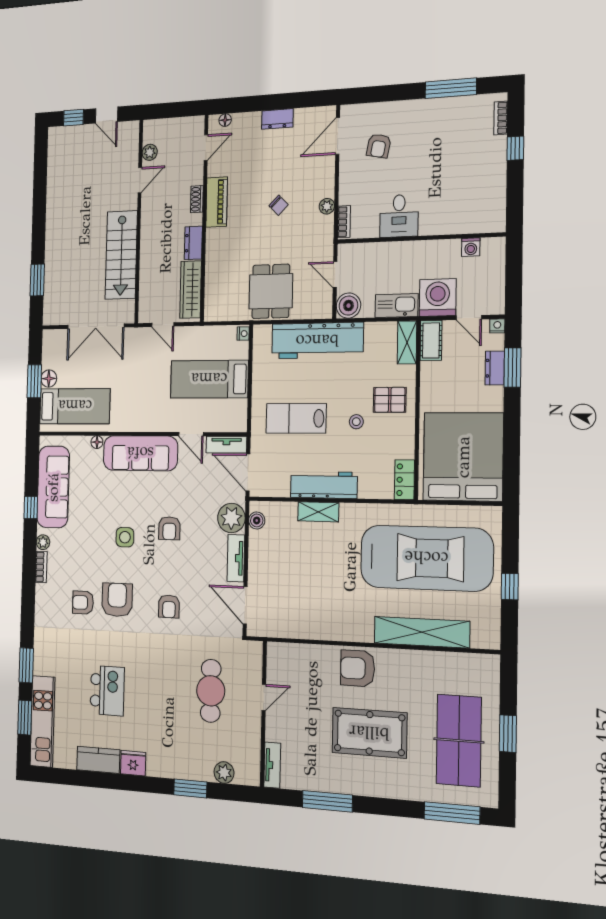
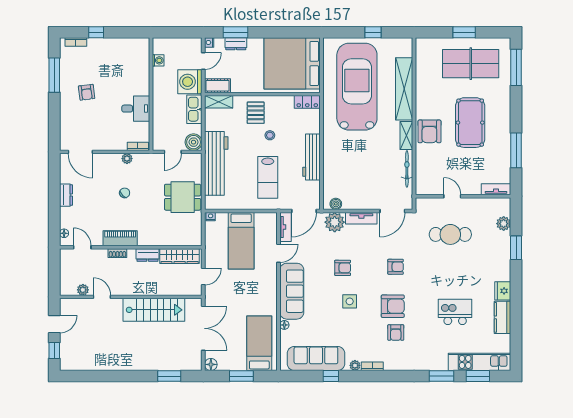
armchair: (379, 146) -> (87, 92), moved, turned 72
floor lamp: (49, 379) -> (211, 364), moved
shelving: (318, 512) -> (406, 135), moved
armchair: (117, 600) -> (393, 306), turned 180
bicycle: (304, 630) -> (407, 169), added

